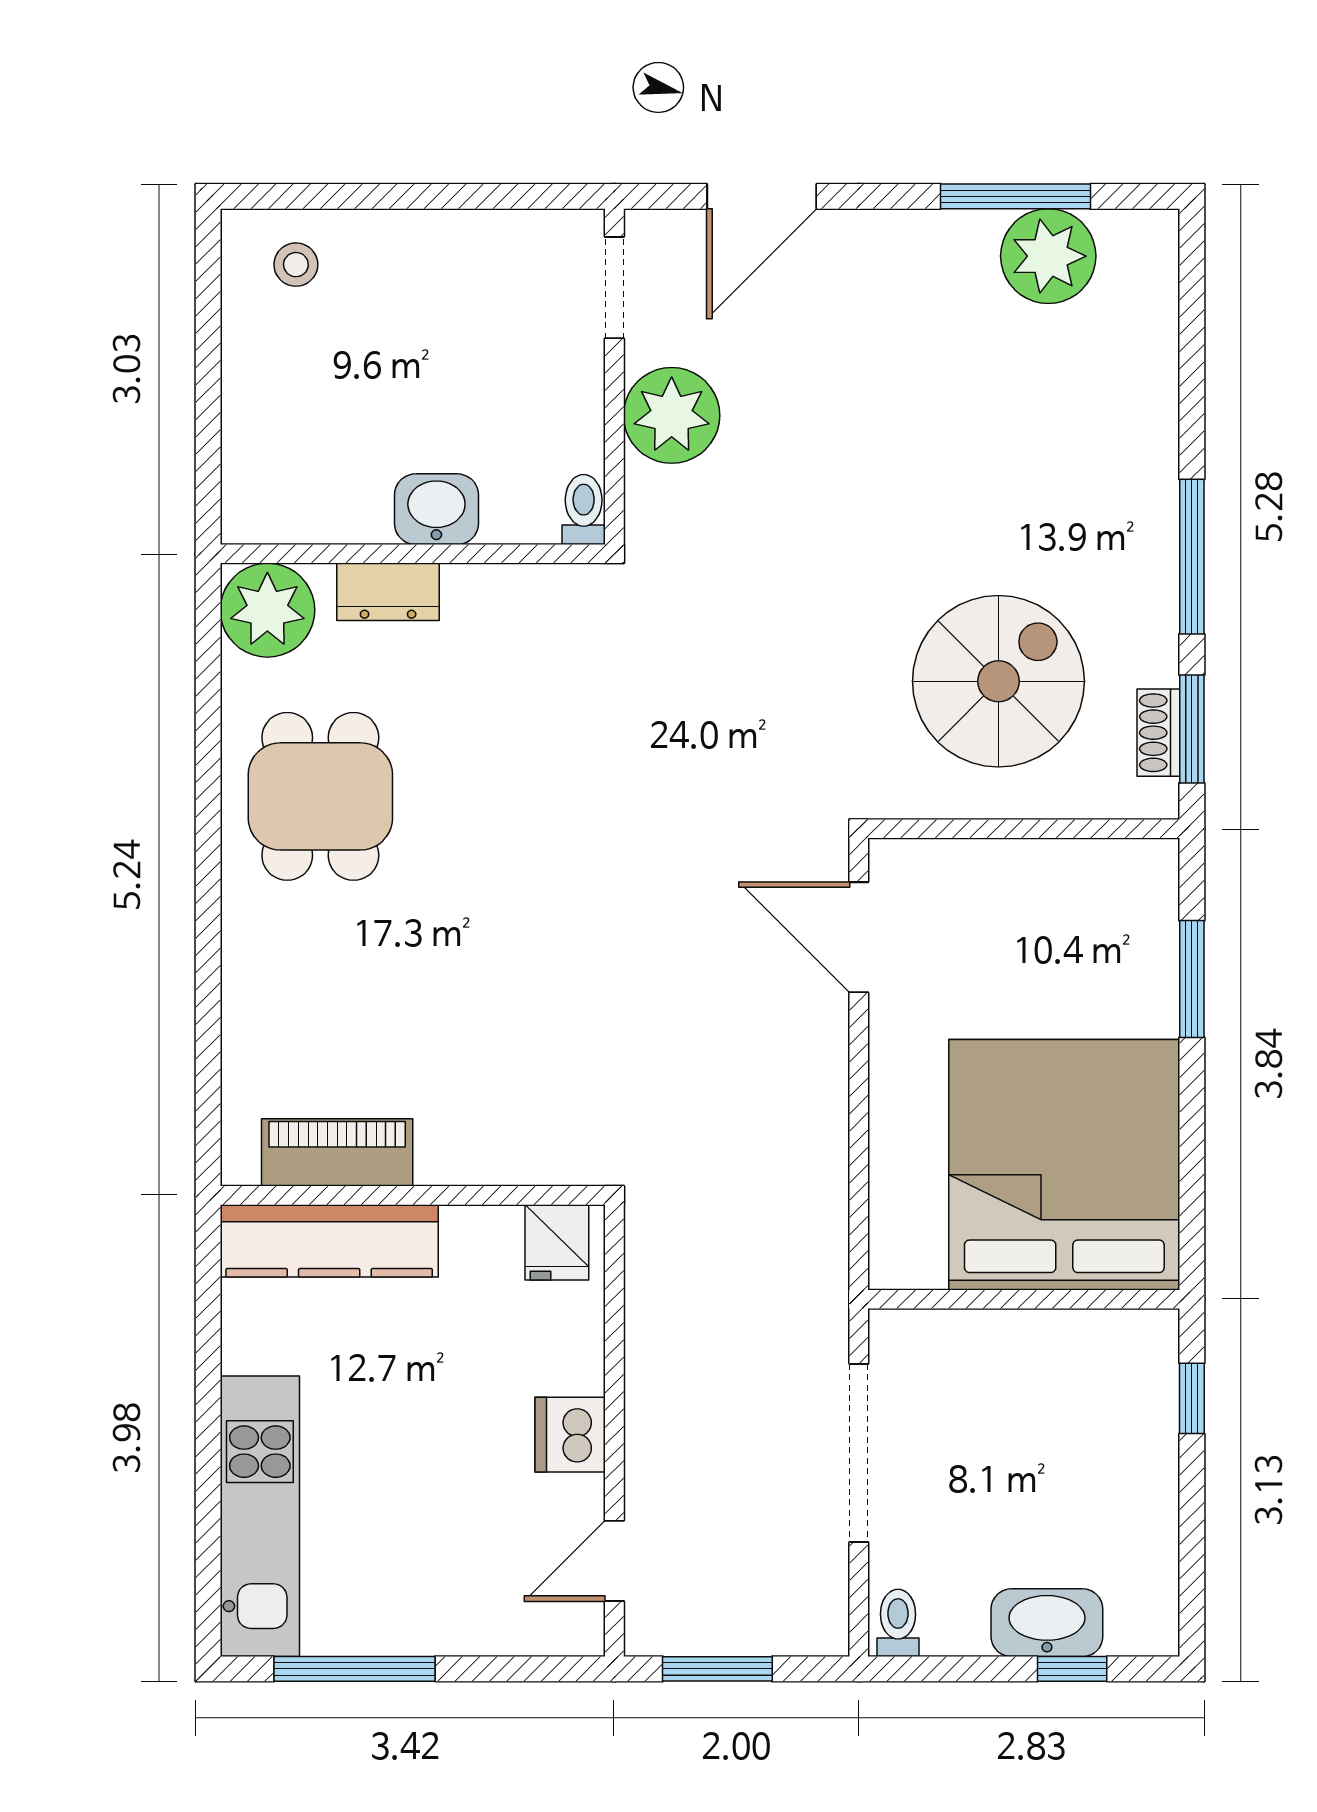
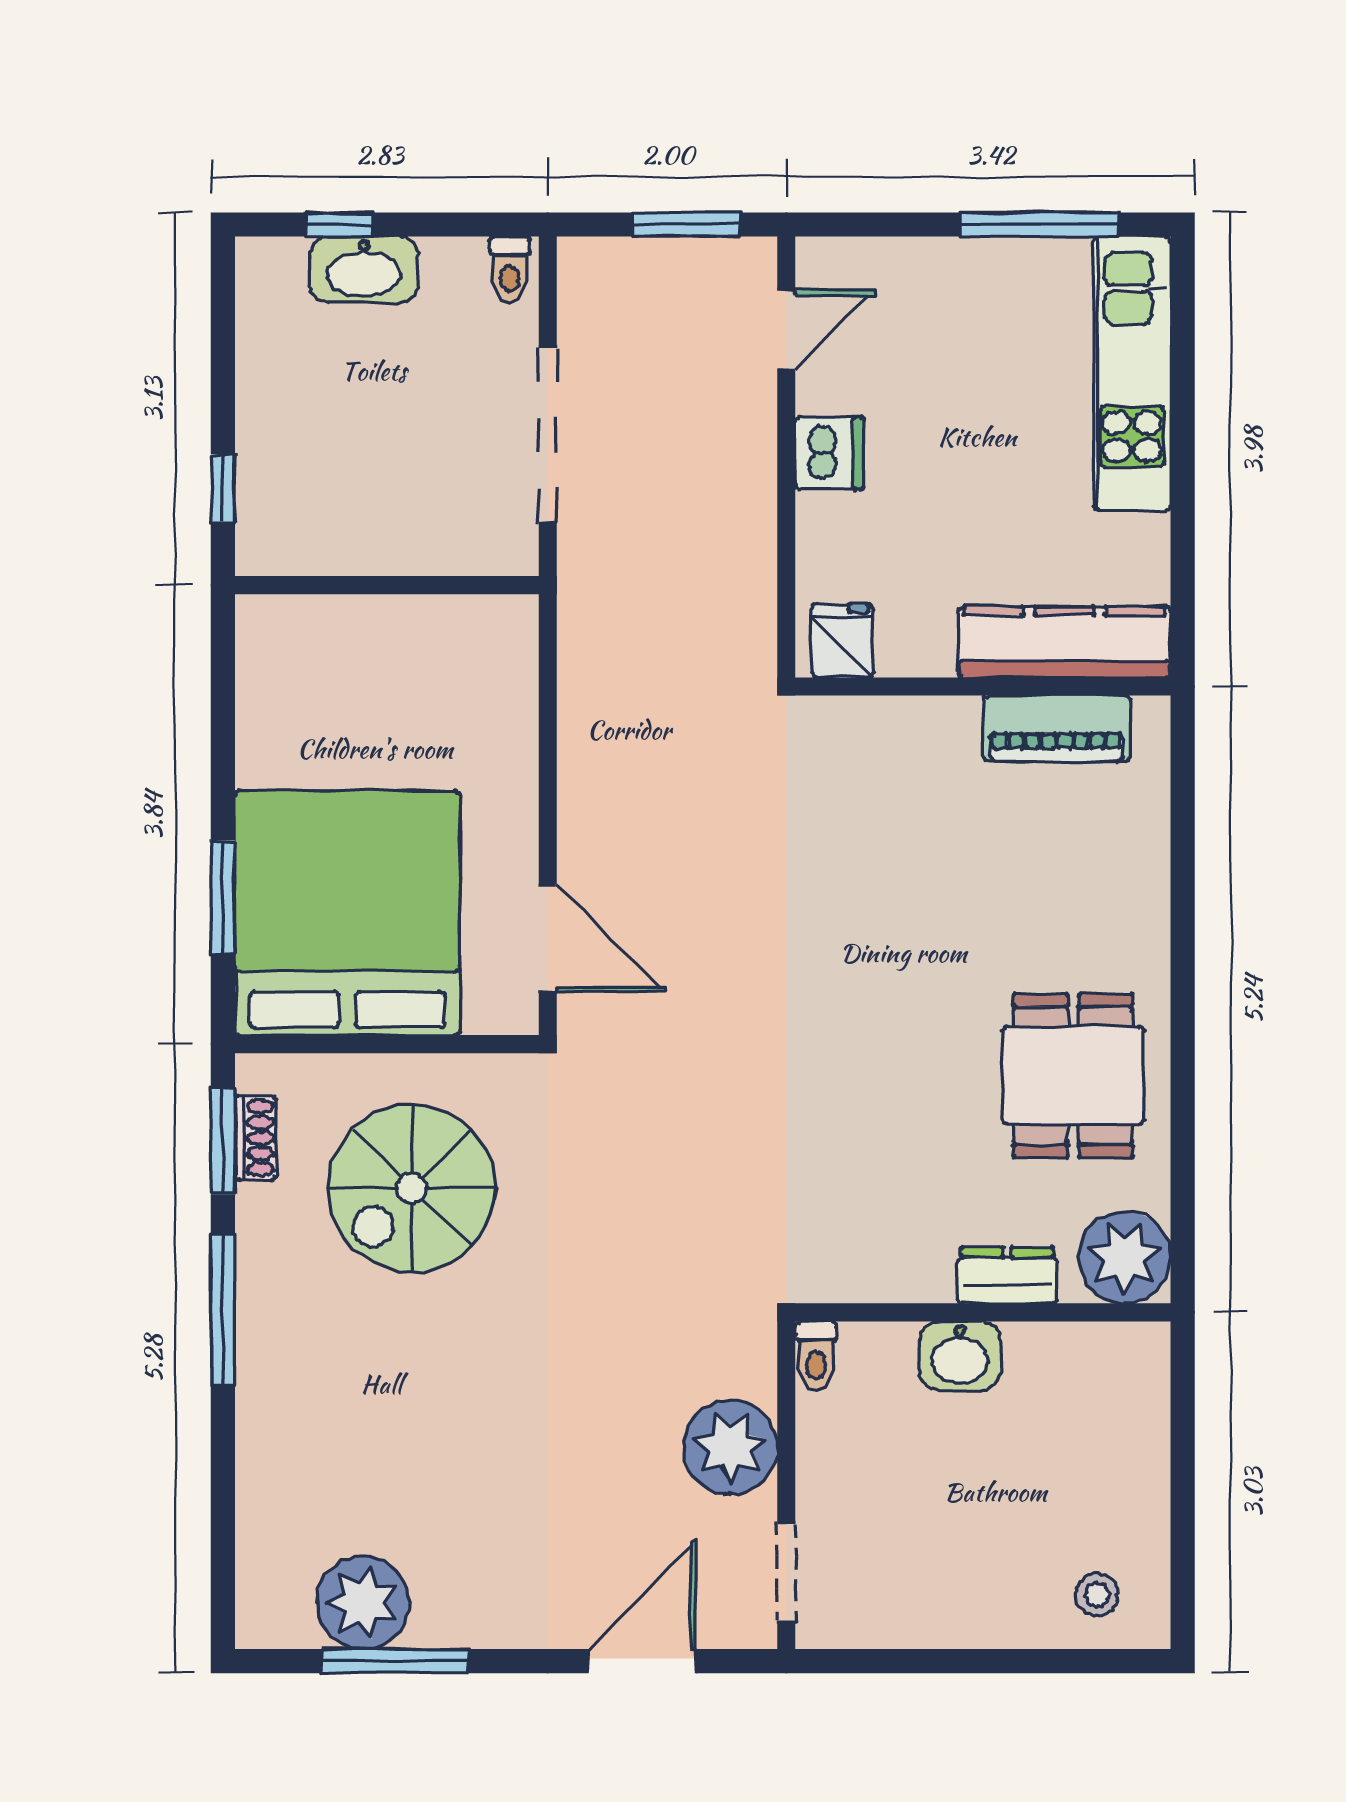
bed: (1064, 1165) -> (347, 913), moved, turned 180

